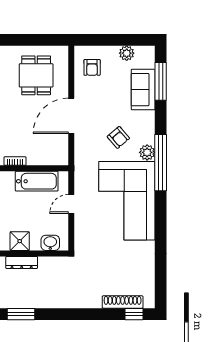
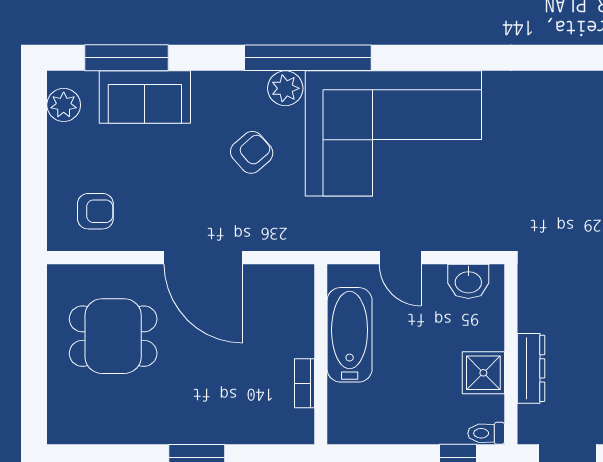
plant: (127, 53) -> (64, 105), moved
washbasin: (50, 243) -> (468, 281), moved, turned -90

